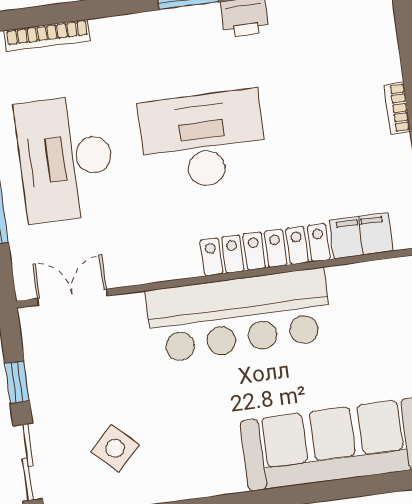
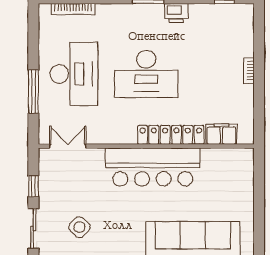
desk: (203, 140) -> (146, 74), turned 180
desk: (66, 158) -> (74, 74), turned 180

